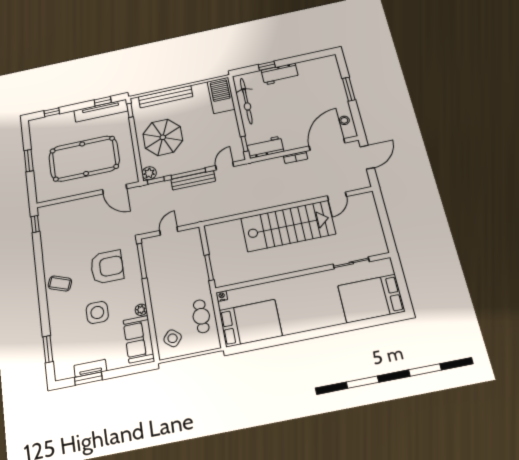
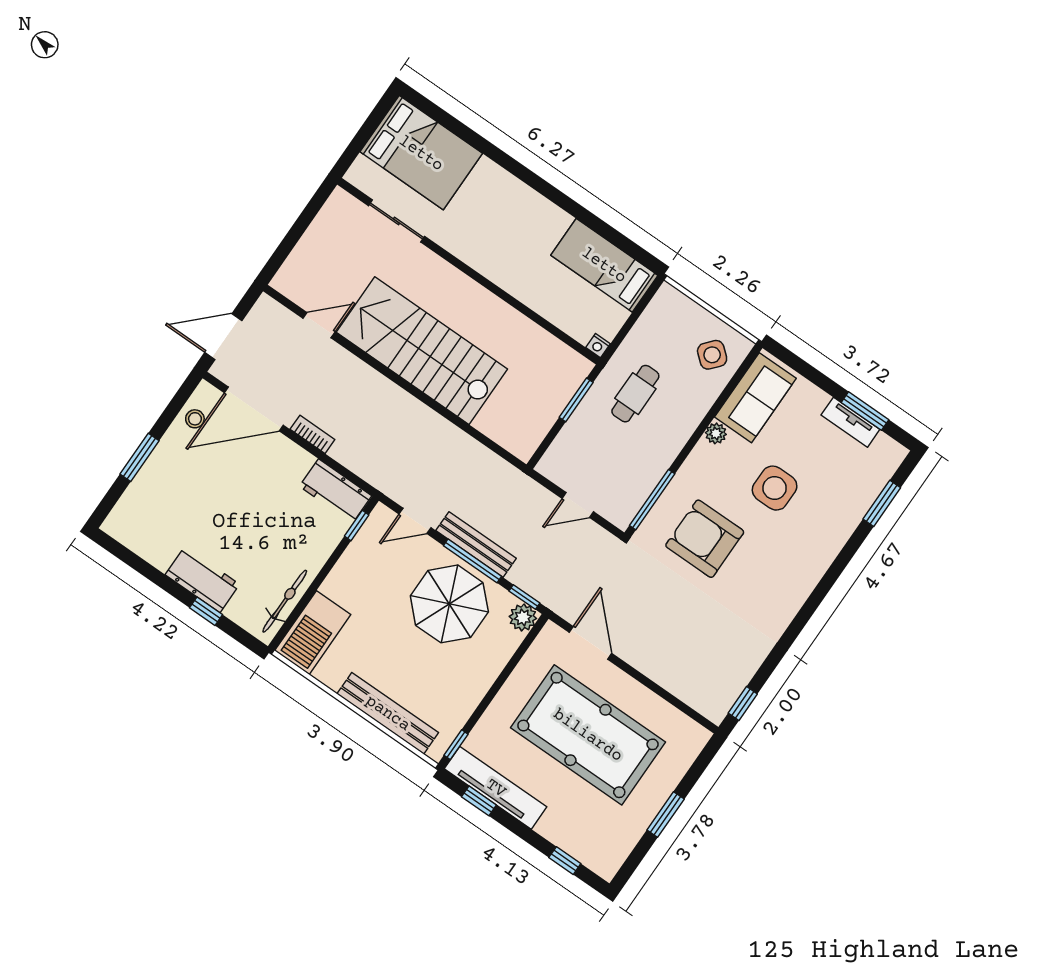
bicycle: (246, 101) -> (285, 601), width x0.73, depth x0.71
parasol: (163, 137) -> (449, 604), moved
coffee table: (60, 283) -> (787, 580), removed
cafe table: (201, 316) -> (635, 394), moved
bed: (250, 323) -> (604, 265), width x0.67

